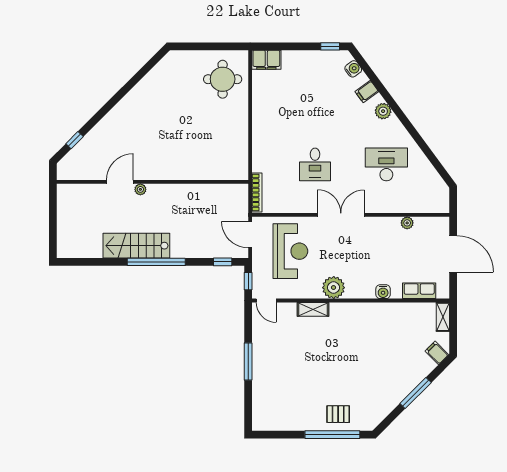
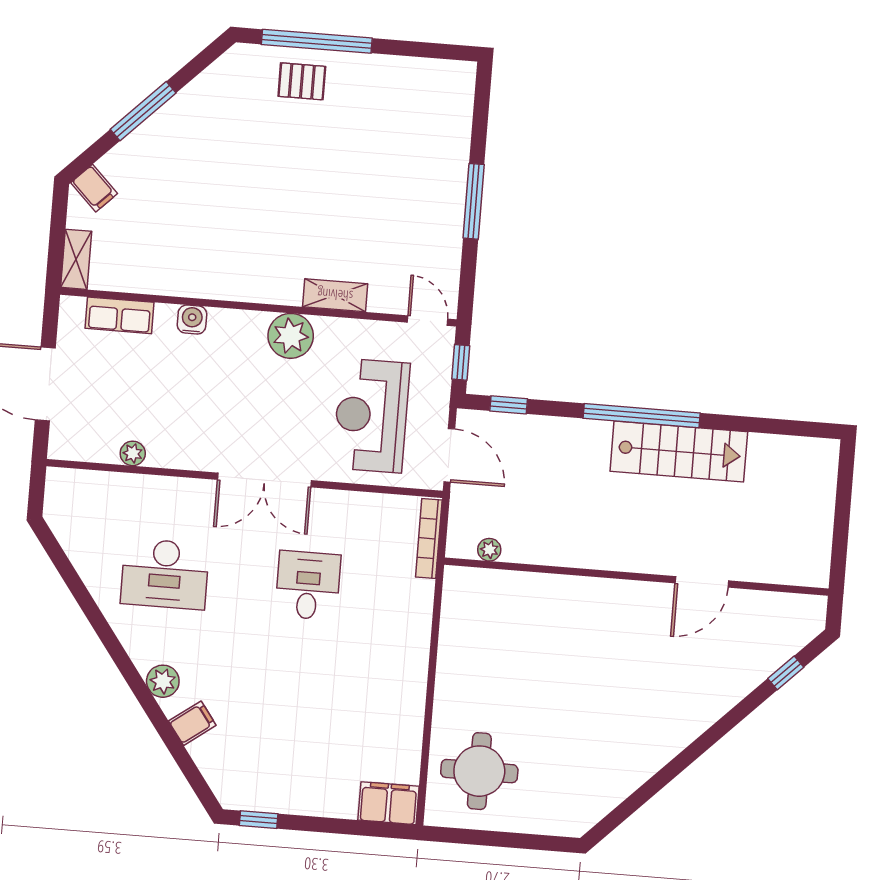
water cooler: (353, 69) -> (216, 771), removed
plant: (140, 189) -> (489, 550), moved

